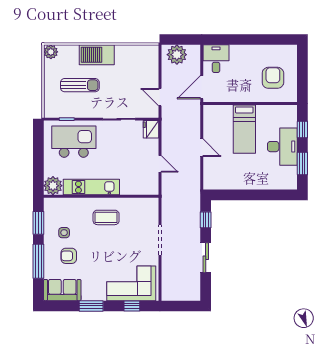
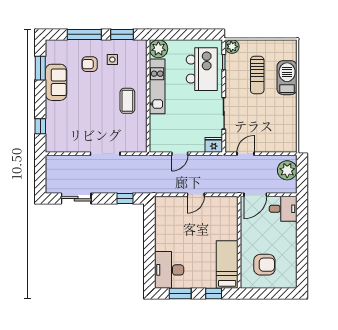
plant: (51, 52) -> (232, 47), moved
barbecue: (97, 55) -> (287, 78), moved
door: (202, 87) -> (255, 195), swing flipped
bed: (244, 129) -> (227, 265), moved, turned 90
desk: (282, 147) -> (169, 270), moved, turned 90
armchair: (69, 256) -> (90, 64), turned -90
sliding door: (206, 258) -> (76, 199), moved
corner sofa: (131, 283) -> (63, 126), removed
sofa: (62, 290) -> (56, 82), moved
window: (91, 306) -> (40, 68), moved

